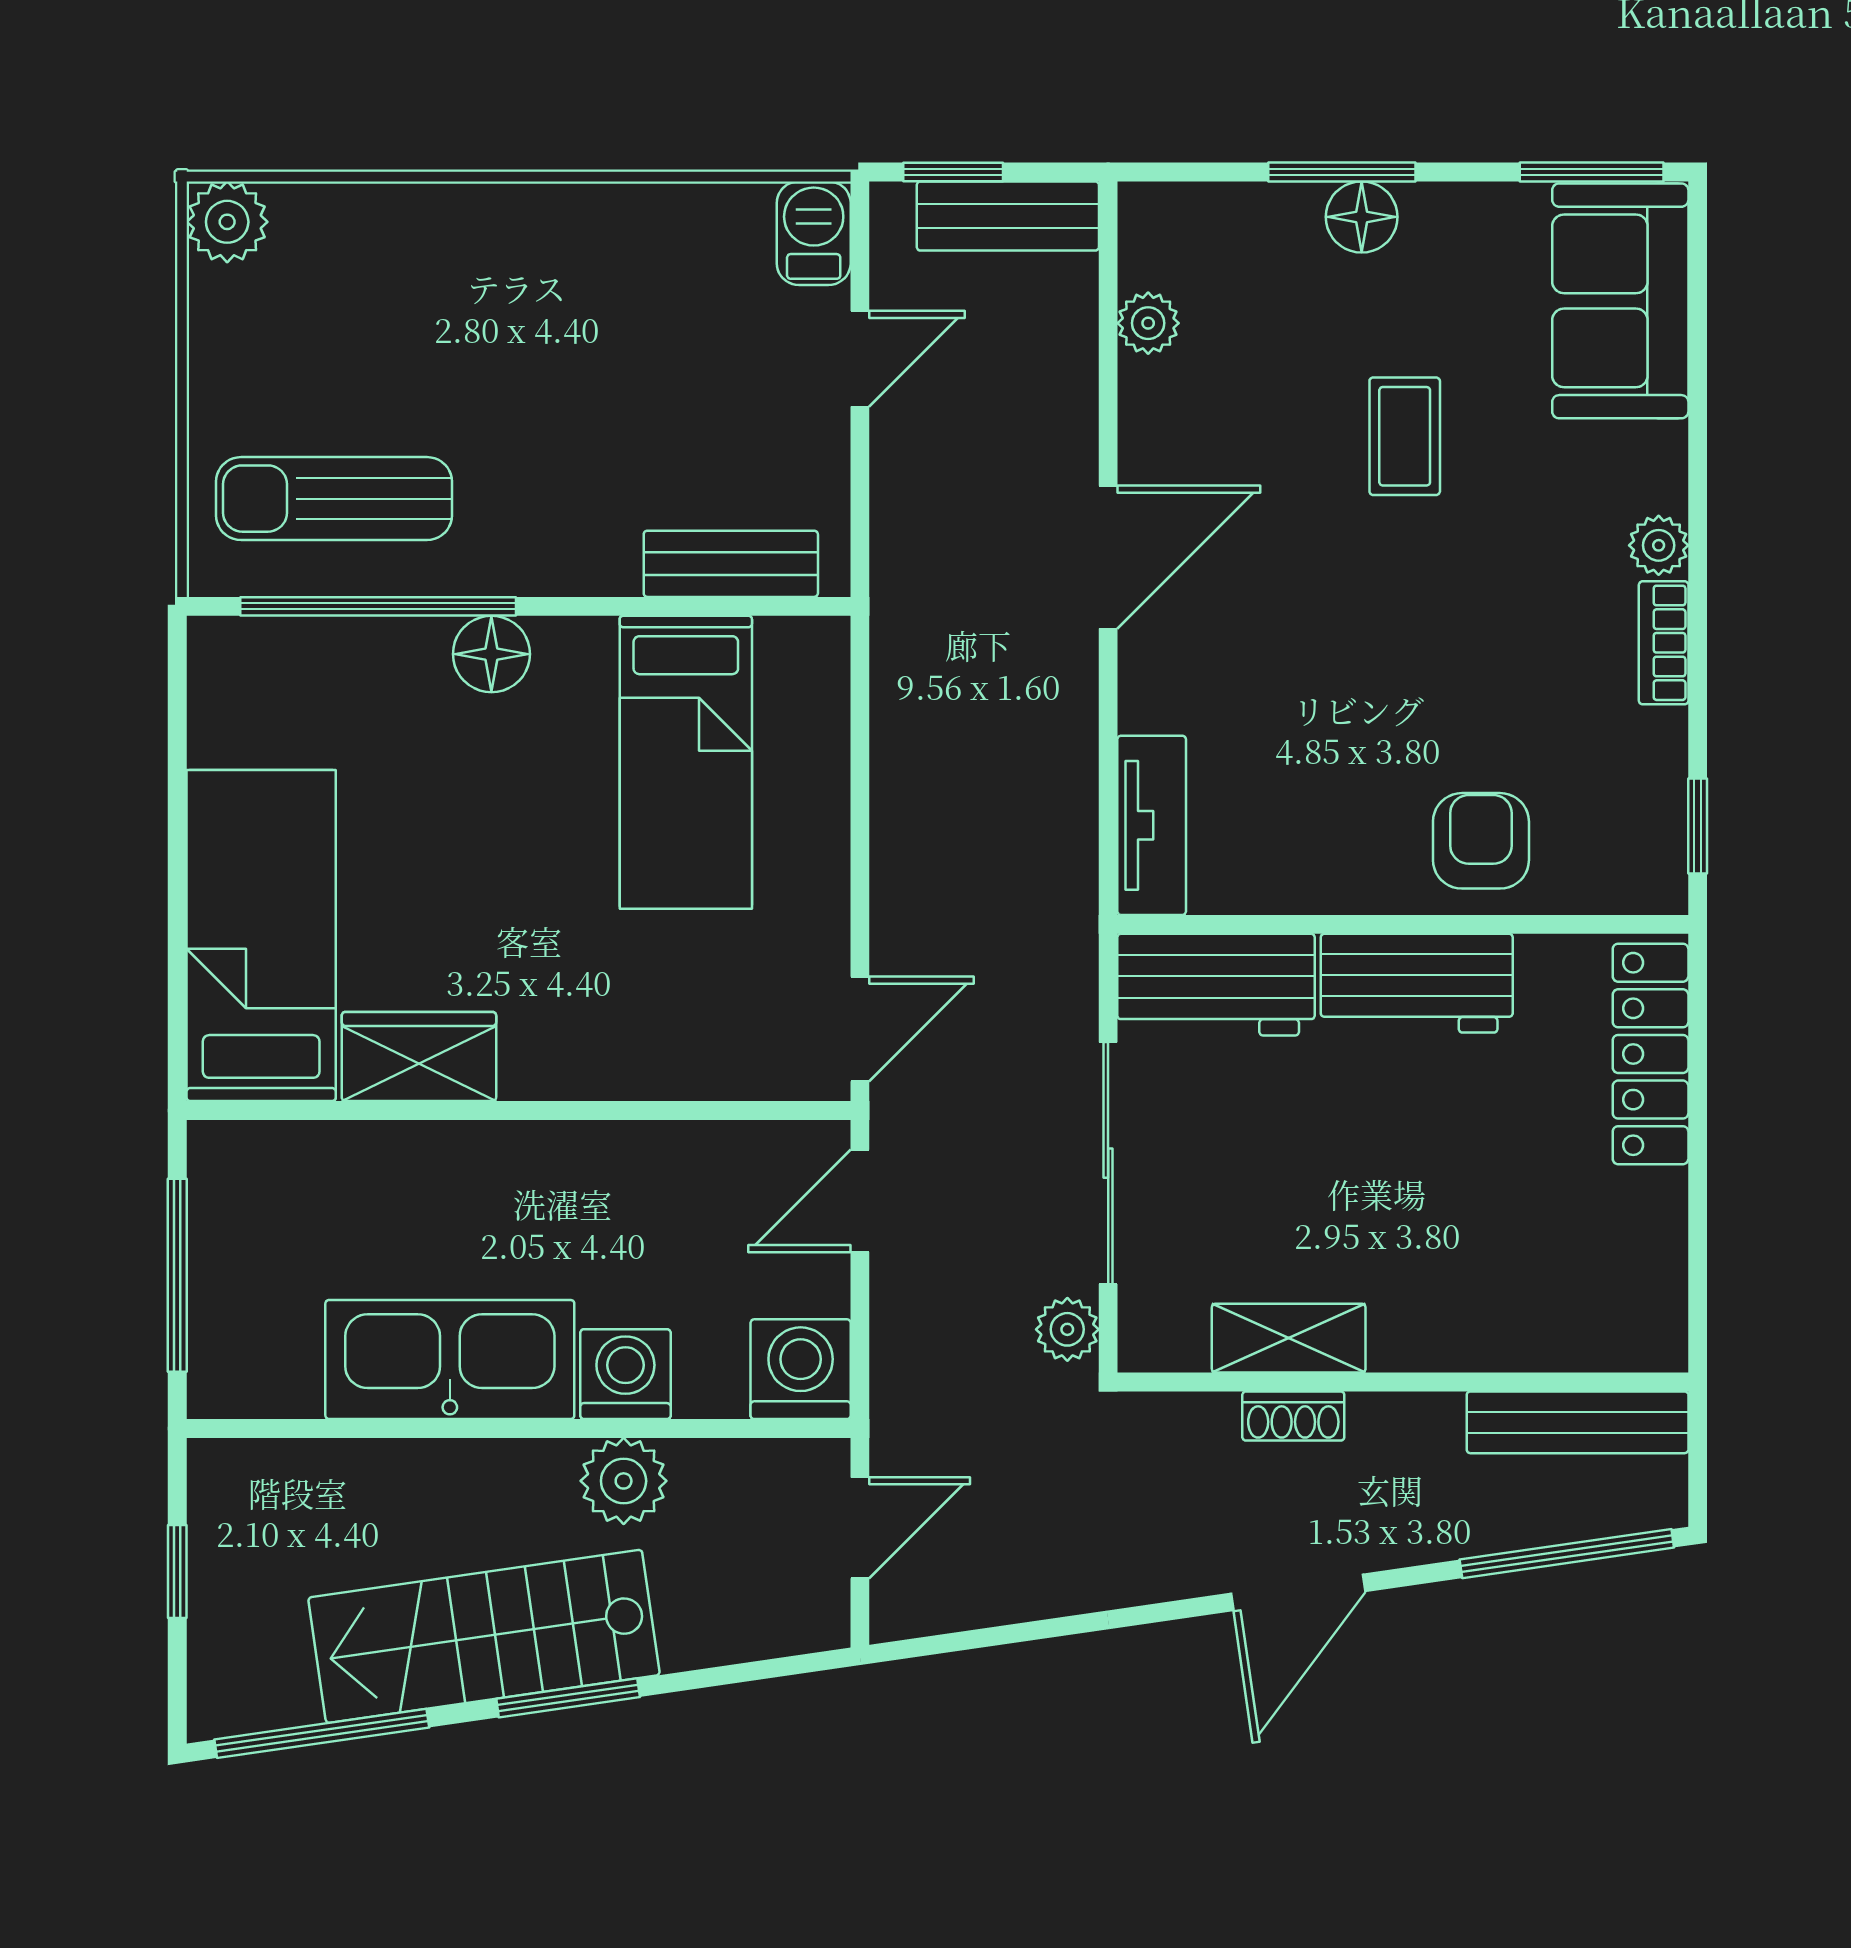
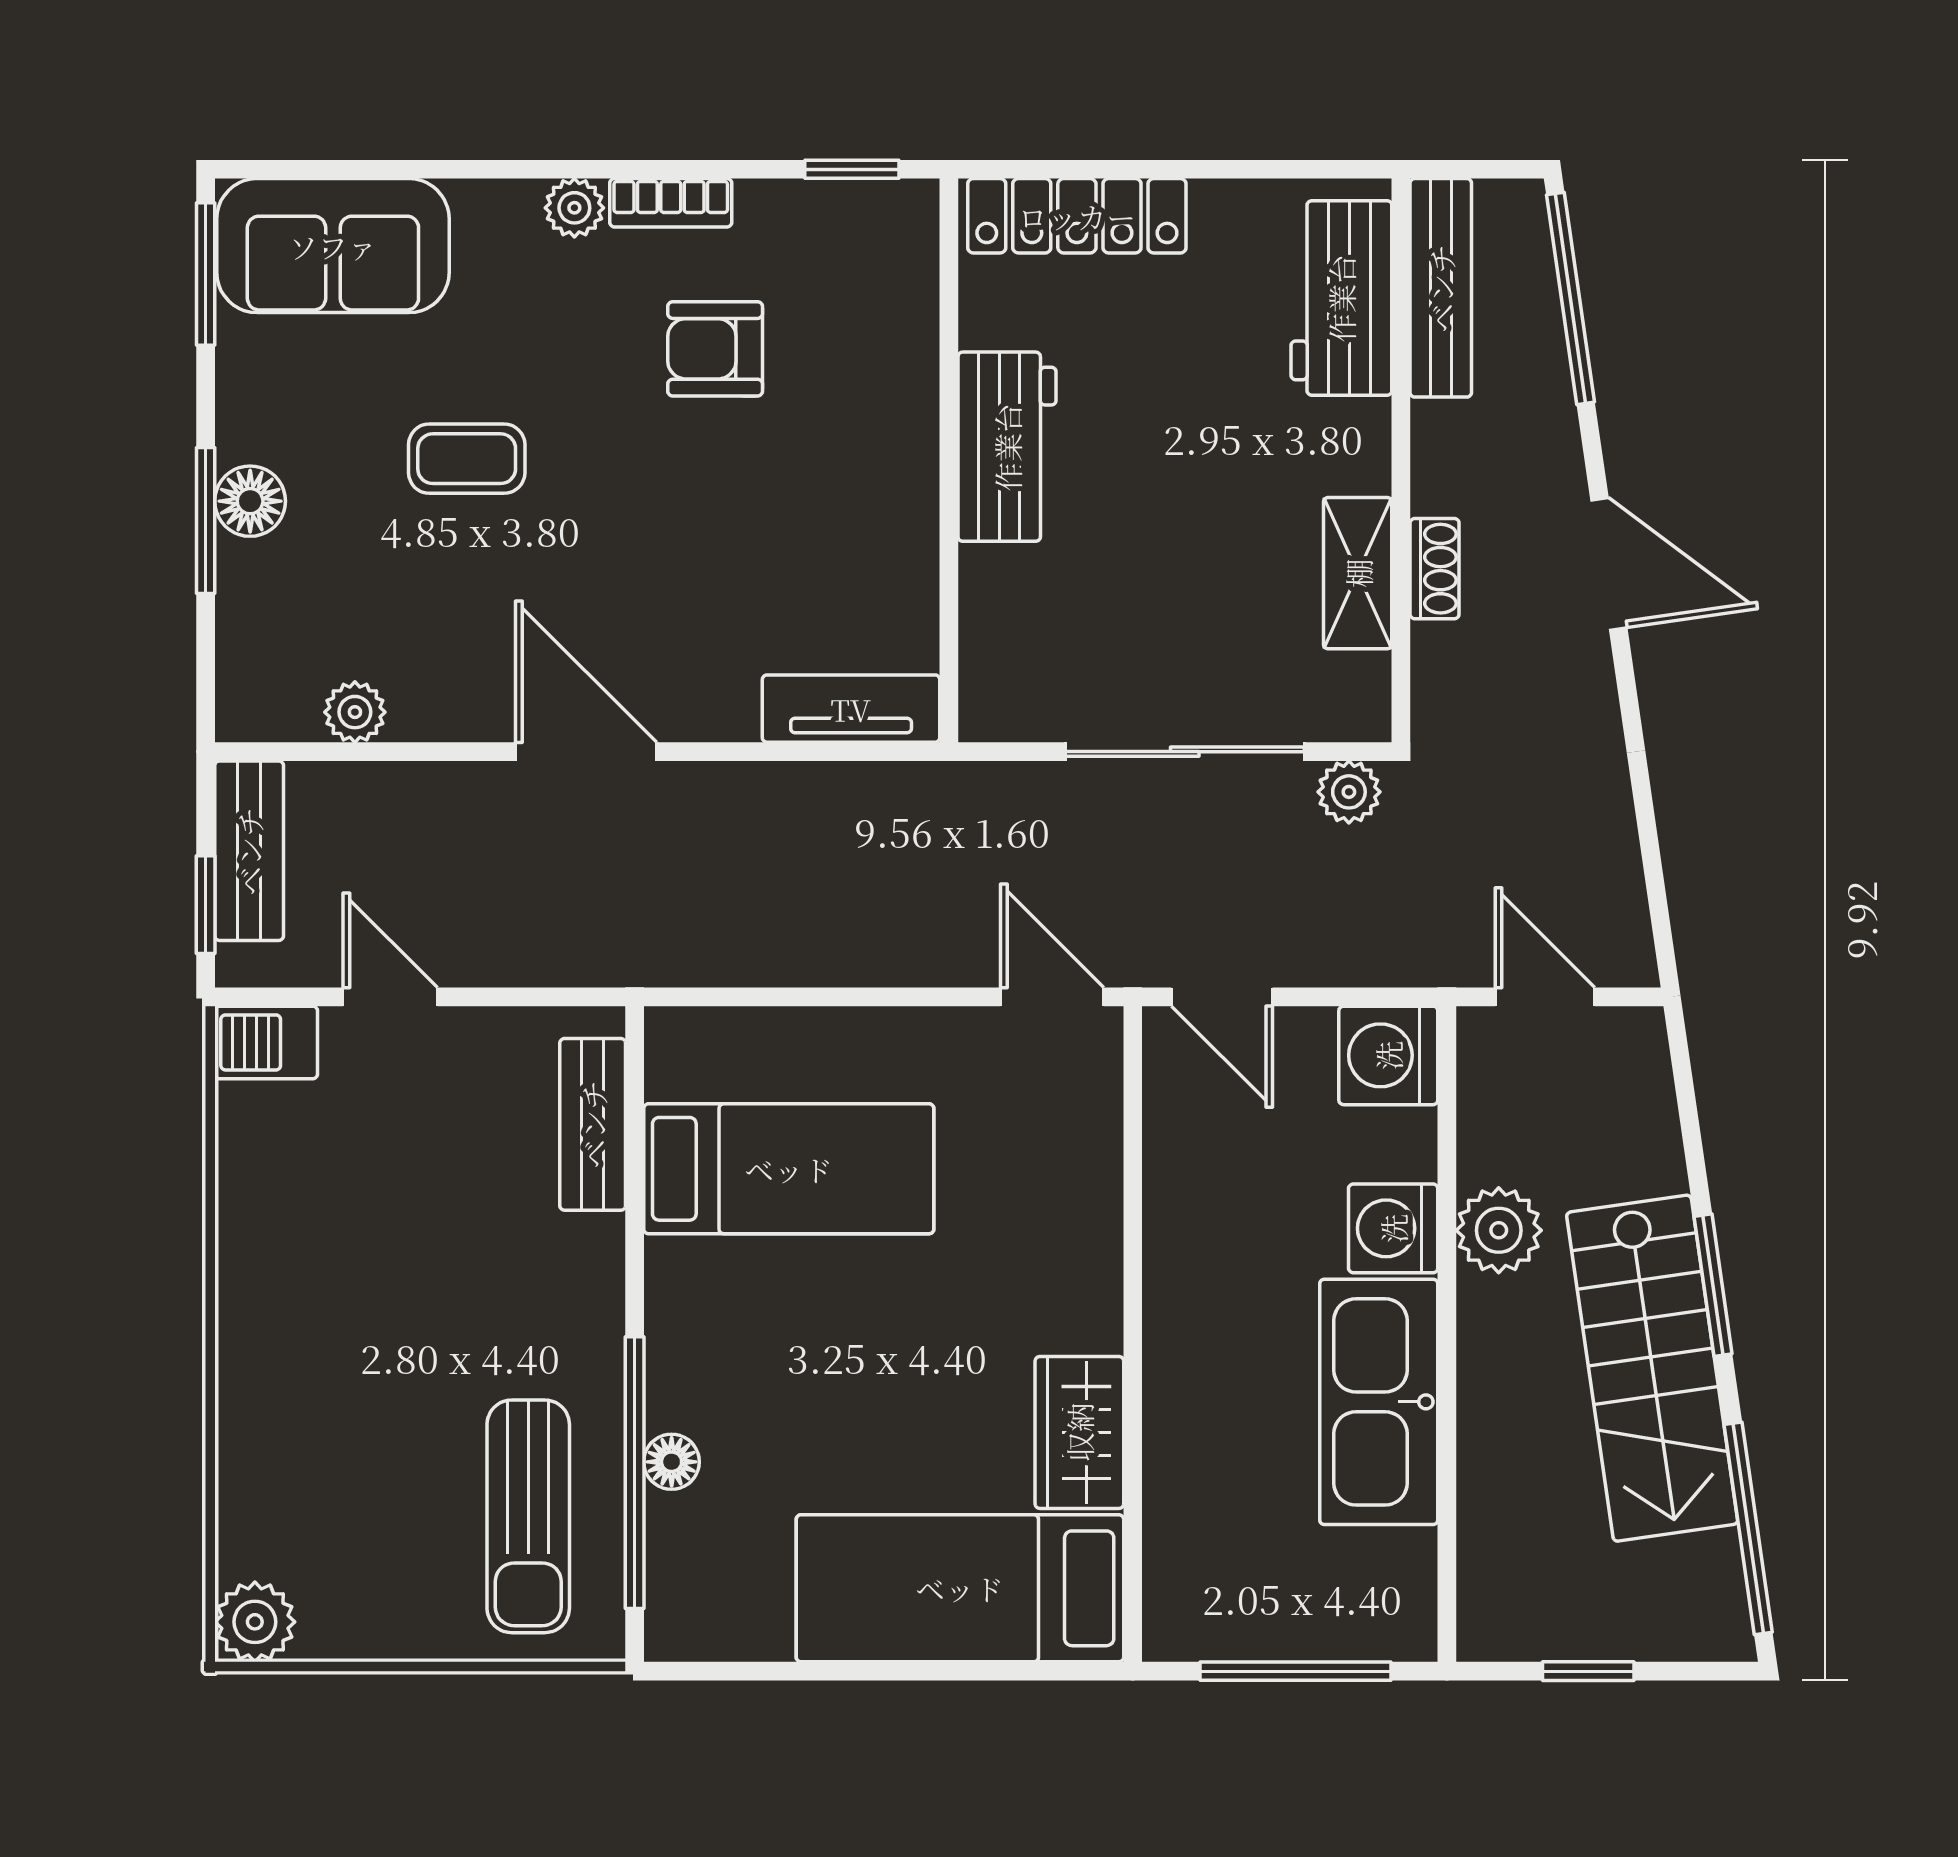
floor lamp: (491, 654) -> (672, 1462), moved, width x0.73, depth x0.73
armchair: (1481, 841) -> (715, 349), moved
workbench: (1216, 985) -> (1341, 298), moved, turned 180

